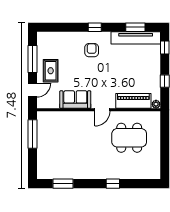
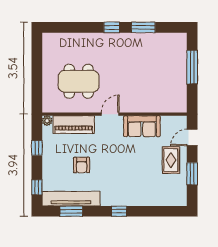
armchair: (92, 50) -> (82, 165), moved
window: (33, 59) -> (192, 174), width x0.69
window: (33, 134) -> (192, 67), moved
window: (63, 184) -> (143, 27), moved
window: (113, 184) -> (112, 27), moved

